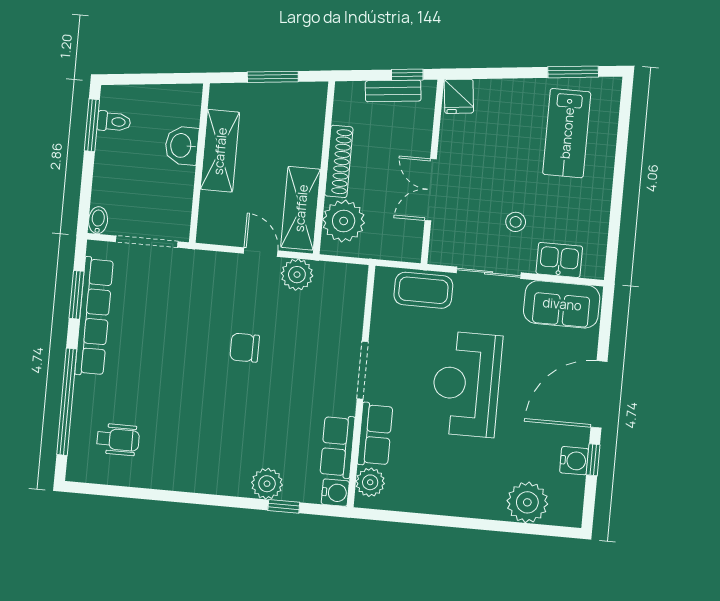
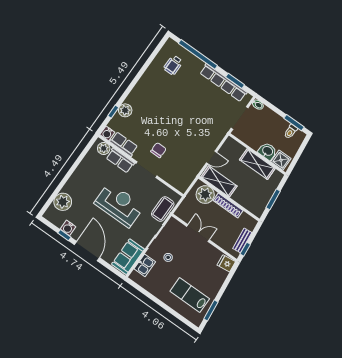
shower: (184, 107) -> (281, 160), added
plant: (297, 275) -> (195, 166), removed
chair: (245, 348) -> (158, 150), moved

